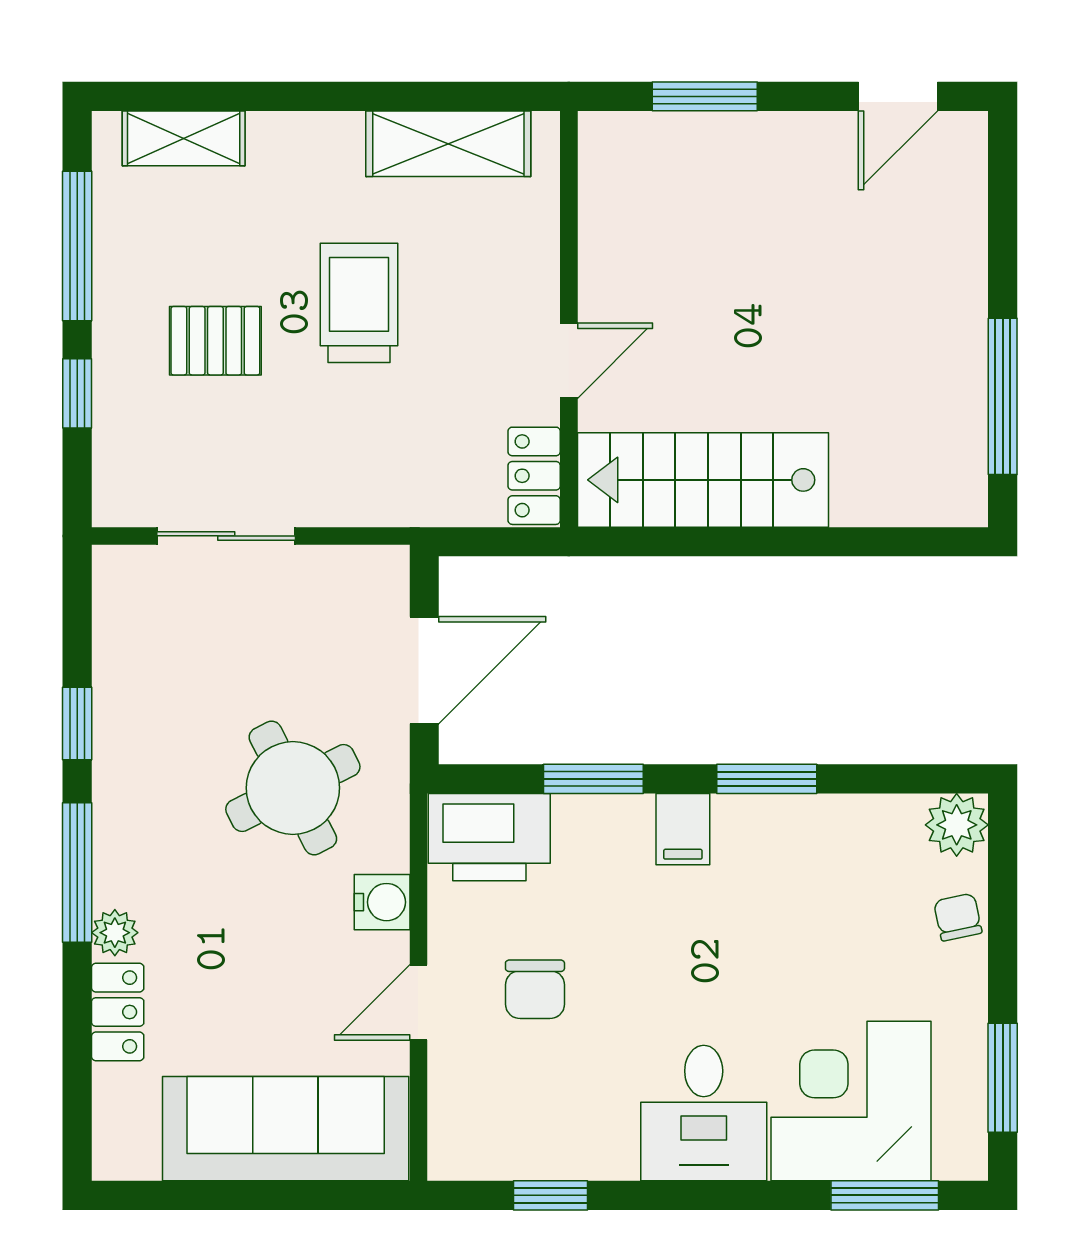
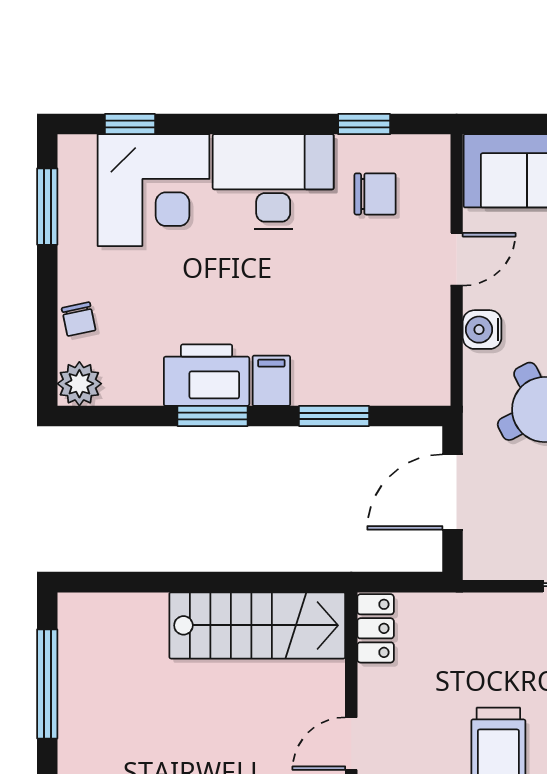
door: (569, 361) -> (351, 744), moved
printer: (489, 837) -> (207, 375), moved
chair: (535, 989) -> (375, 194), moved, turned 90
desk: (704, 1113) -> (273, 182), width x1.37
window: (885, 1195) -> (130, 124), width x0.67

